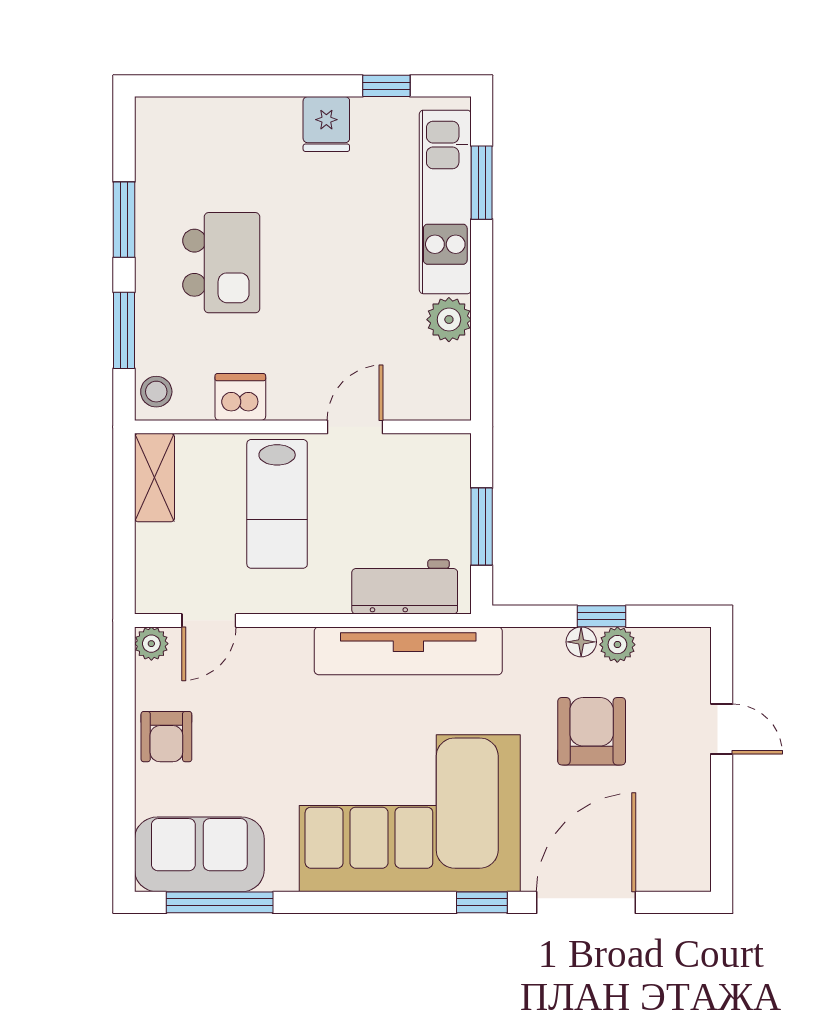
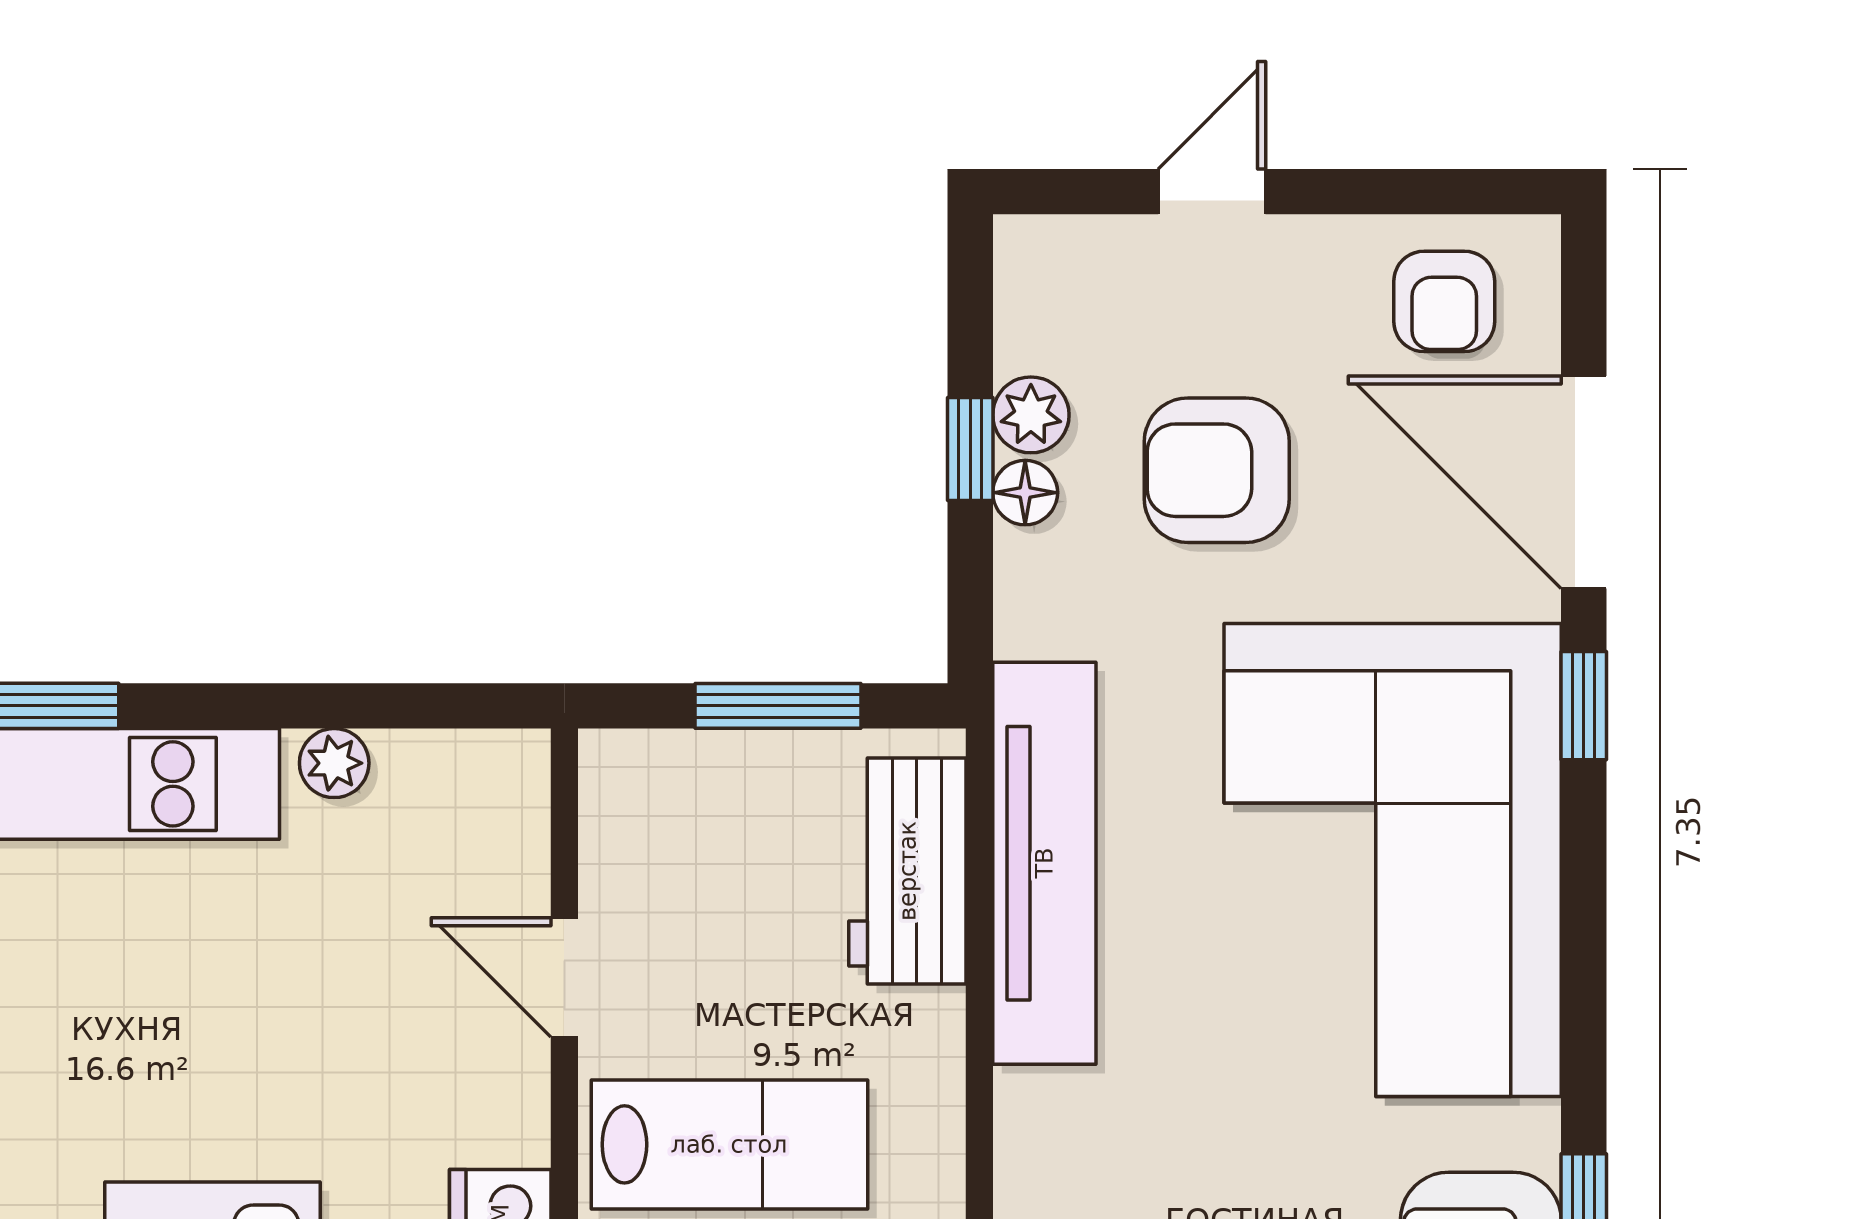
plant: (449, 320) -> (334, 763), width x0.73, depth x0.73
armchair: (670, 837) -> (1444, 301), added

